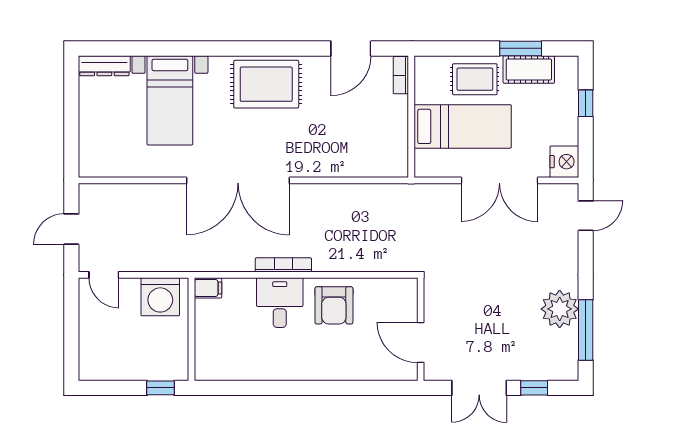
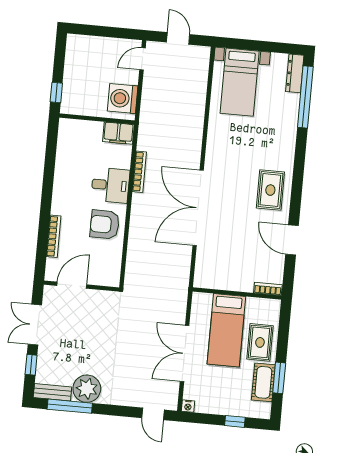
window: (135, 48) -> (305, 97), added
door: (351, 48) -> (292, 240), moved
rug: (266, 84) -> (270, 190), width x0.73, depth x0.70
bed with nightstands: (170, 100) -> (240, 82), moved, turned -90
nightstand: (564, 162) -> (188, 406), width x0.53, depth x0.56
double door: (238, 180) -> (198, 208), moved
bookcase: (283, 265) -> (139, 172), moved
filing cabinet: (208, 288) -> (118, 133), width x2.00
bench: (569, 355) -> (52, 392), added
bookcase: (357, 373) -> (54, 236), added

